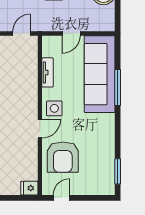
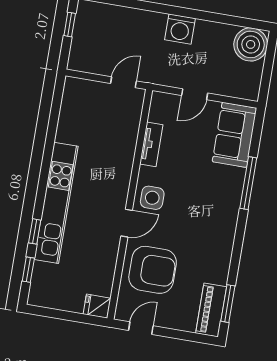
sofa: (100, 74) -> (235, 135), width x0.54, depth x0.79
armchair: (63, 157) -> (153, 270), turned -90
piano: (107, 178) -> (211, 310), added

